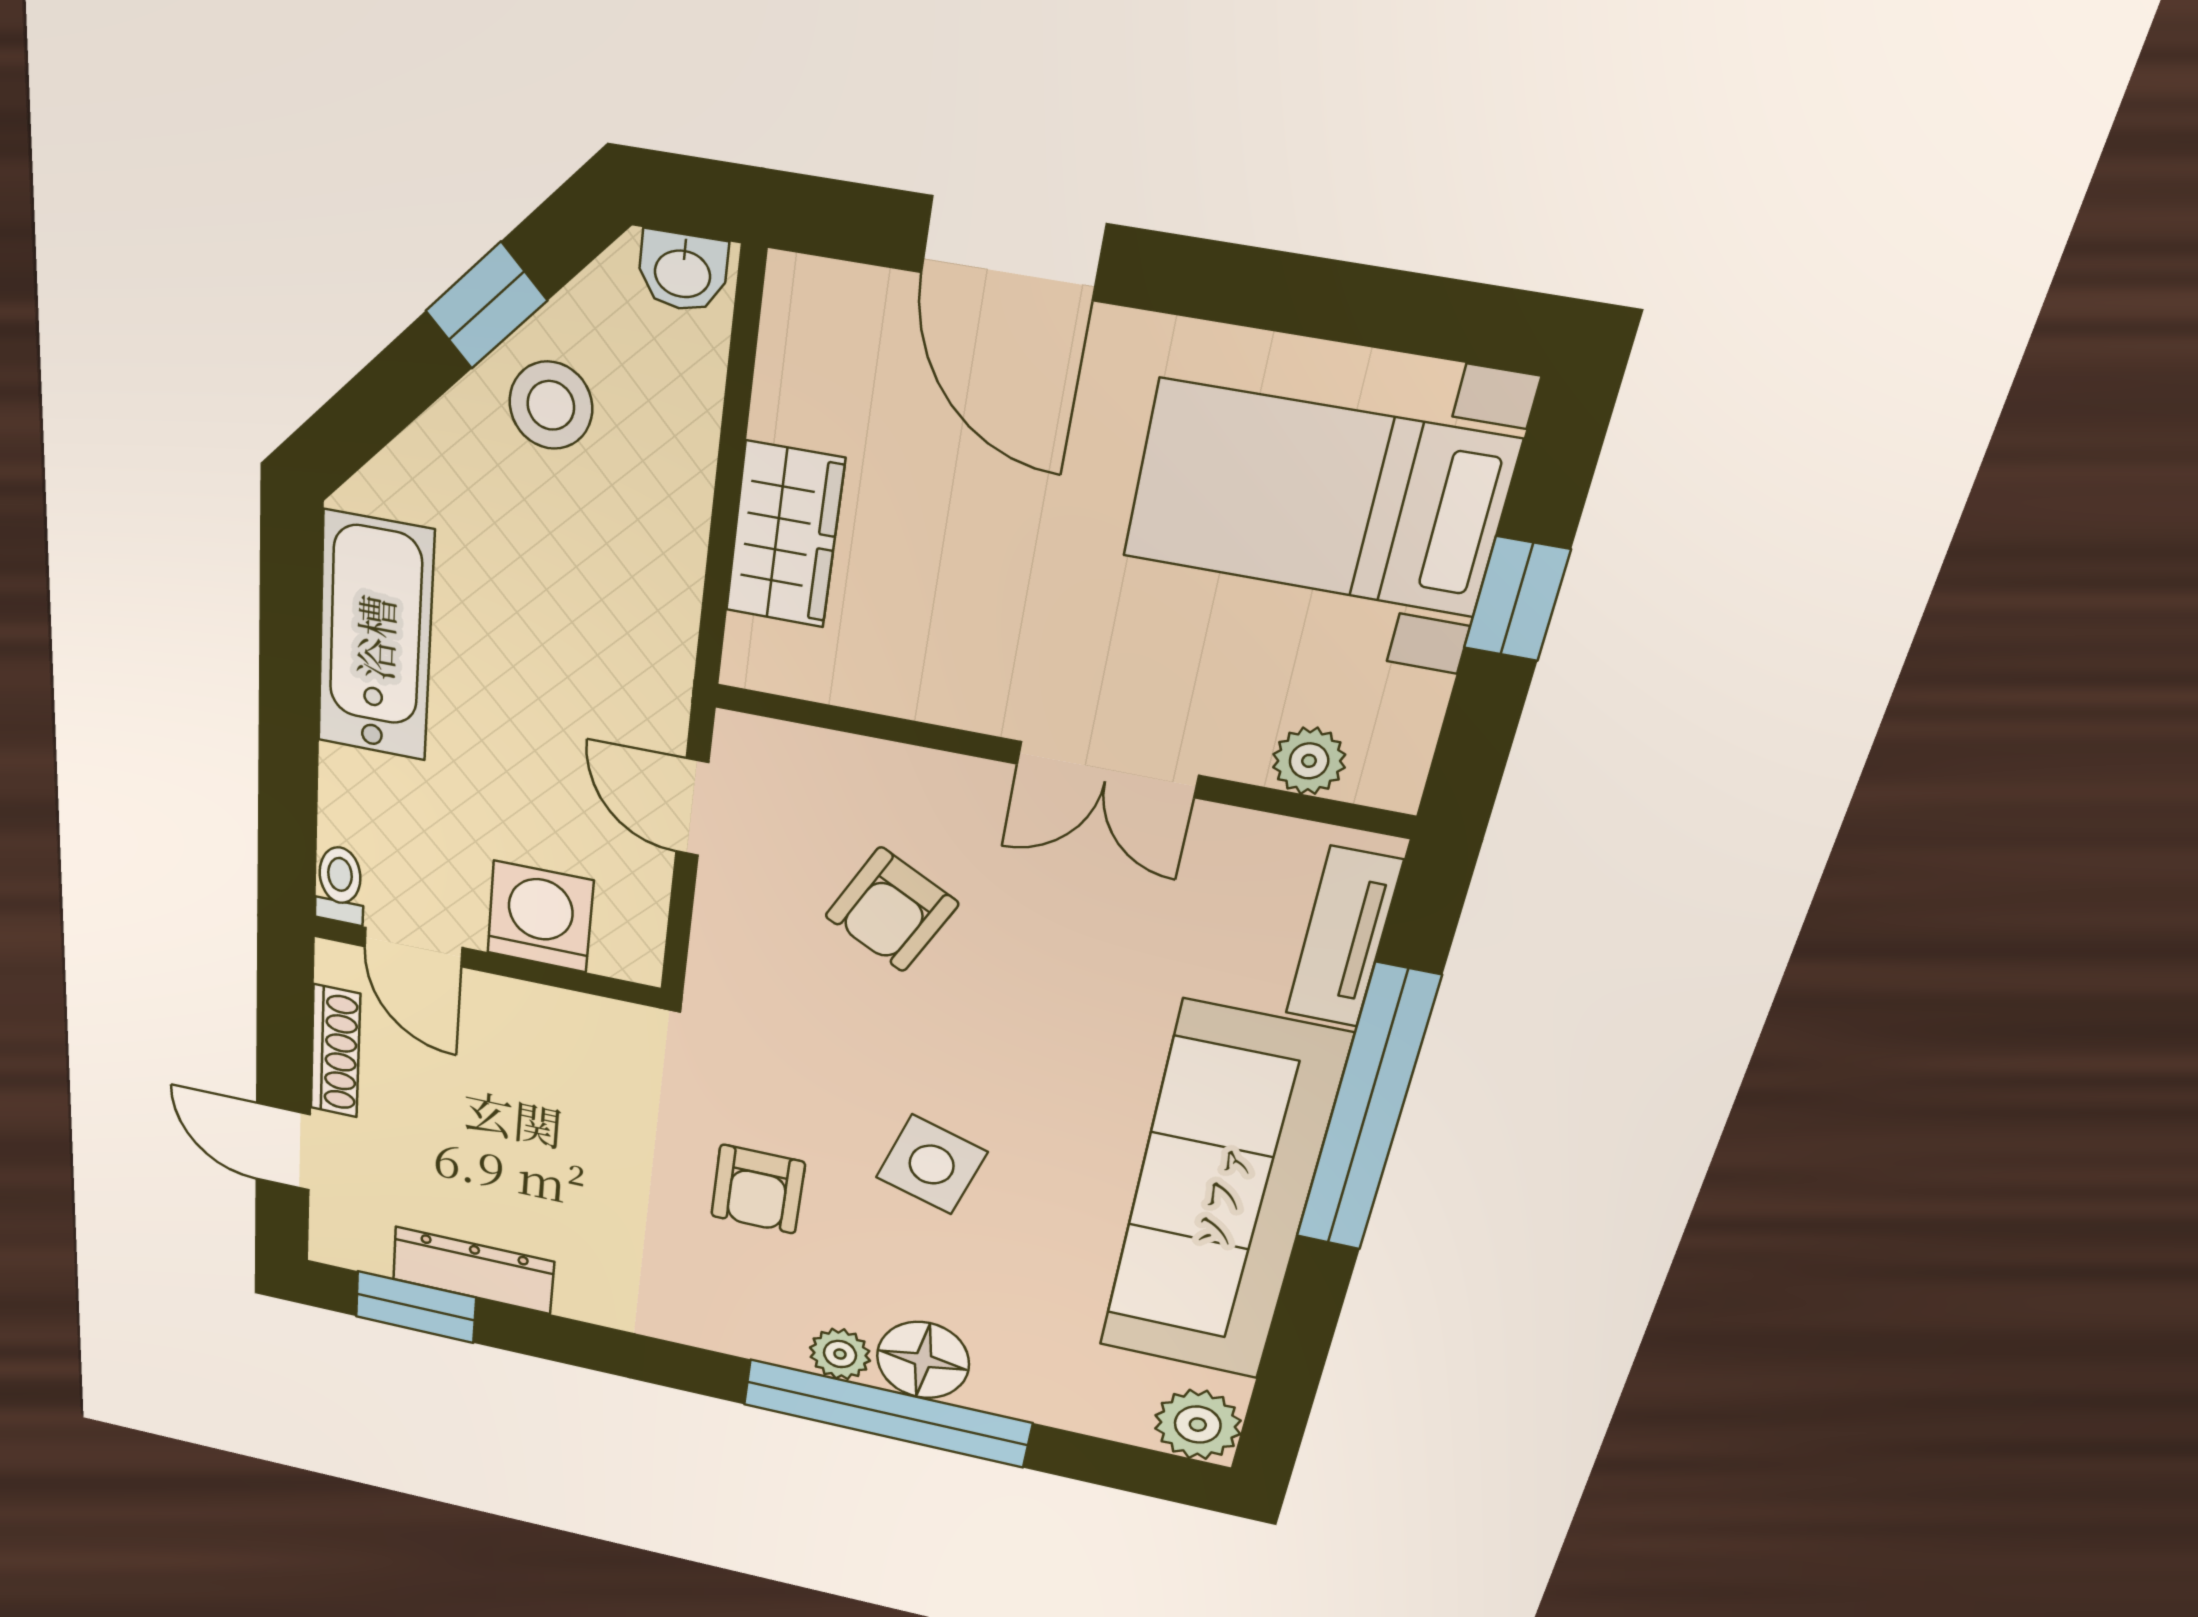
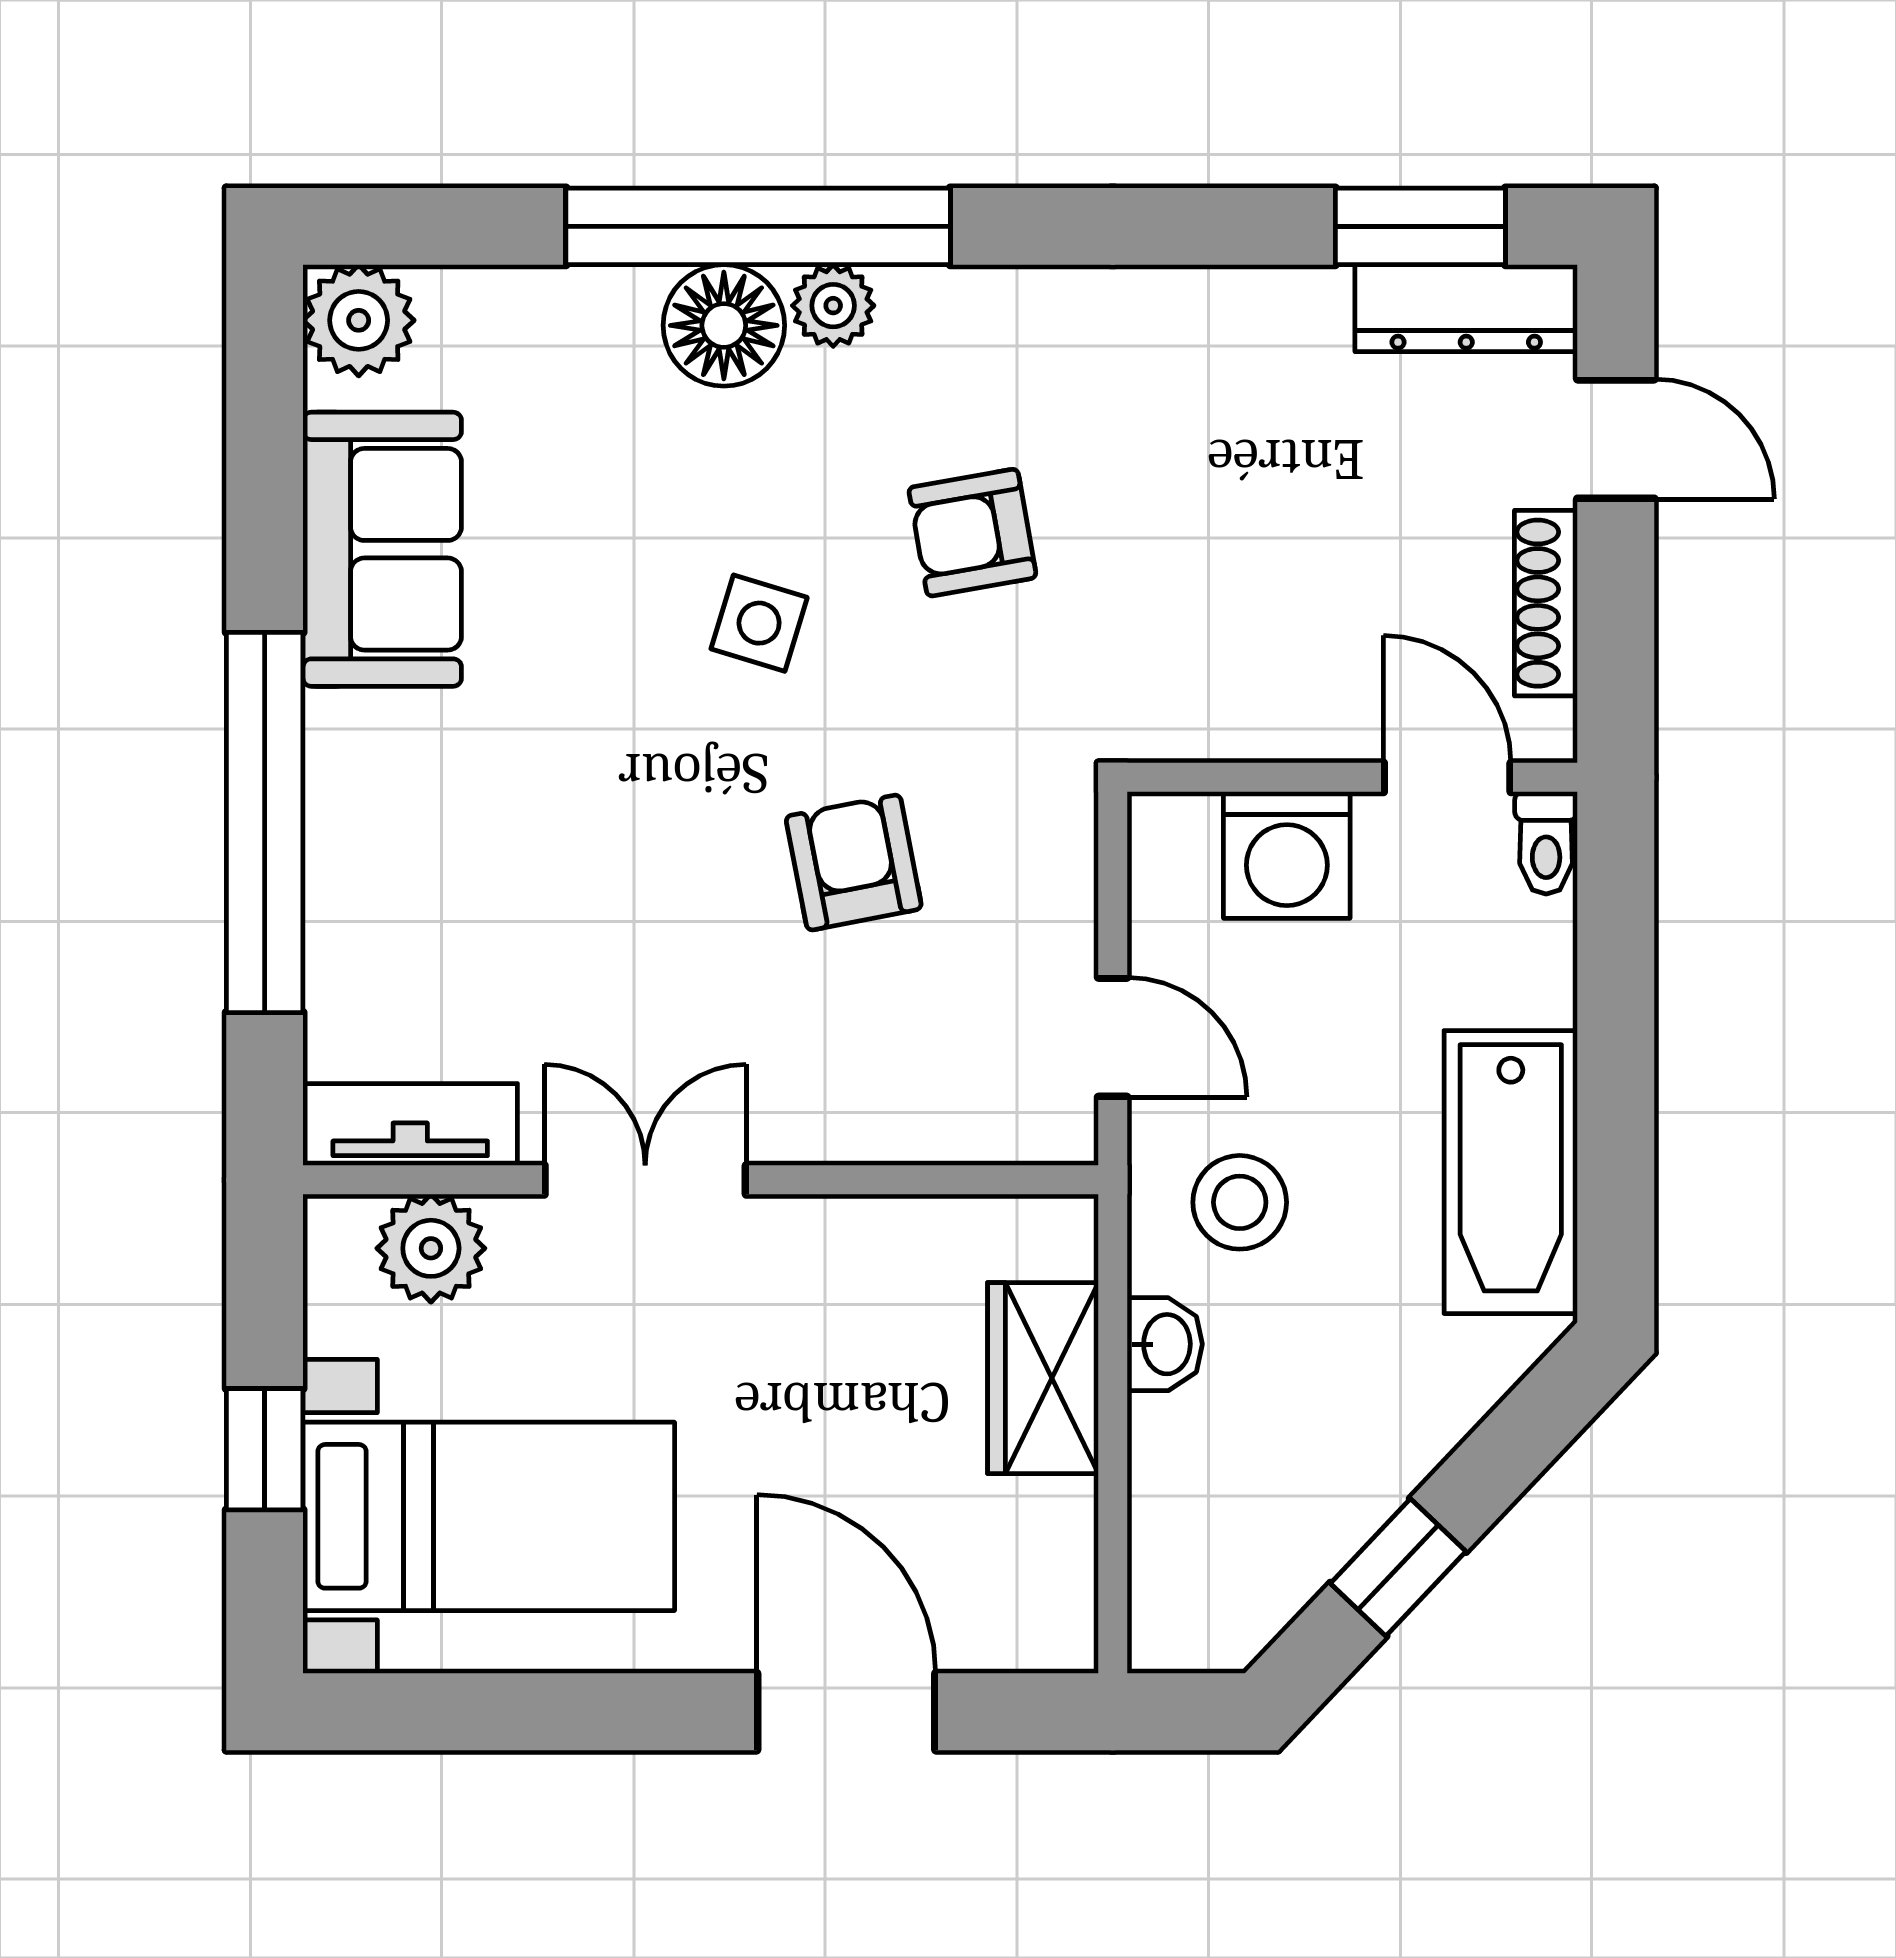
washbasin: (683, 272) -> (1165, 1344), moved, turned 90
stool: (551, 405) -> (1240, 1202), moved
plant: (1309, 761) -> (431, 1248), width x1.38, depth x1.38
armchair: (892, 910) -> (854, 863), moved, turned -38
tv unit: (1344, 937) -> (410, 1125), moved, turned -90
side table: (932, 1165) -> (759, 623), width x0.73, depth x0.73
armchair: (758, 1189) -> (972, 533), turned -100
sofa: (1221, 1196) -> (382, 549), width x0.54, depth x0.79
dresser: (473, 1270) -> (1466, 308), moved

